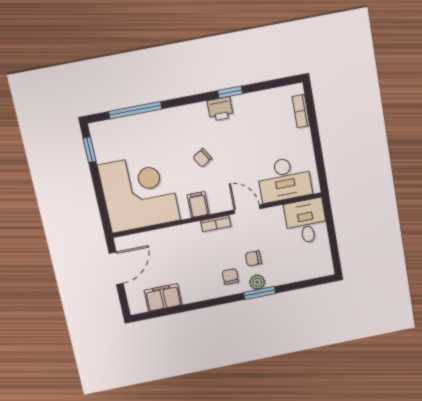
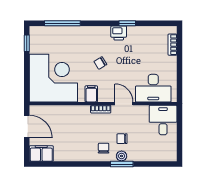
door: (116, 268) -> (27, 127), hinge flipped
filing cabinet: (163, 298) -> (41, 154), moved

